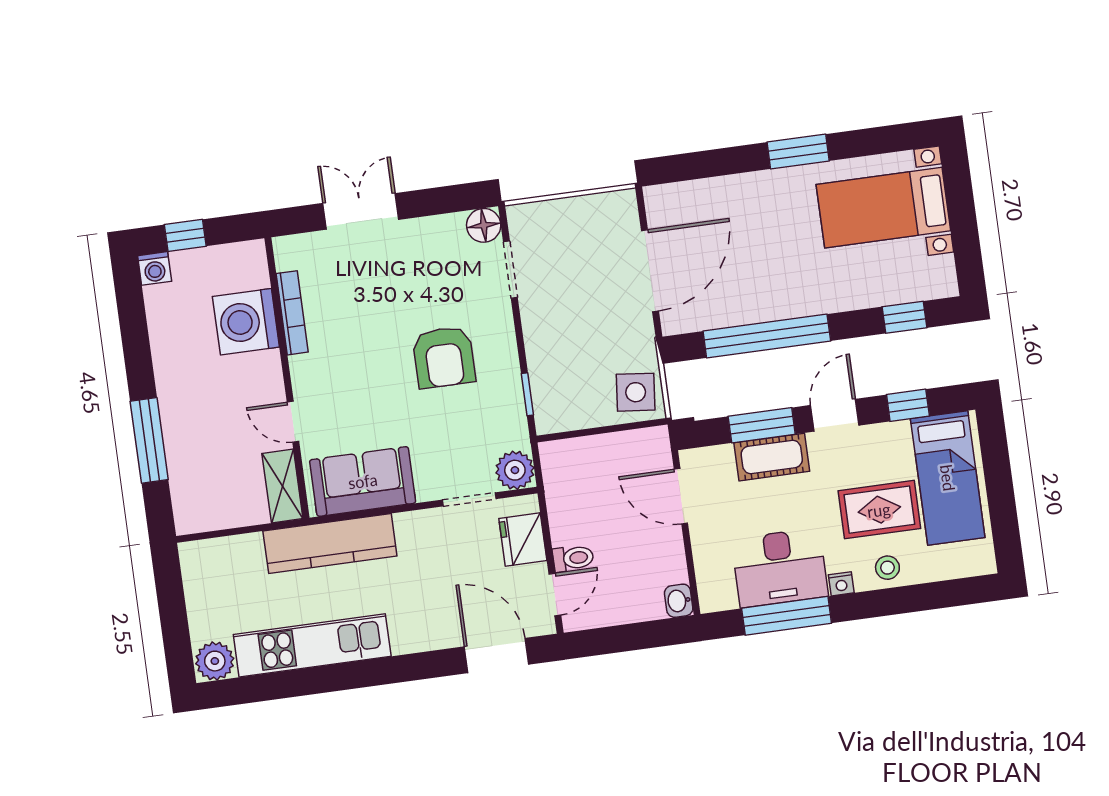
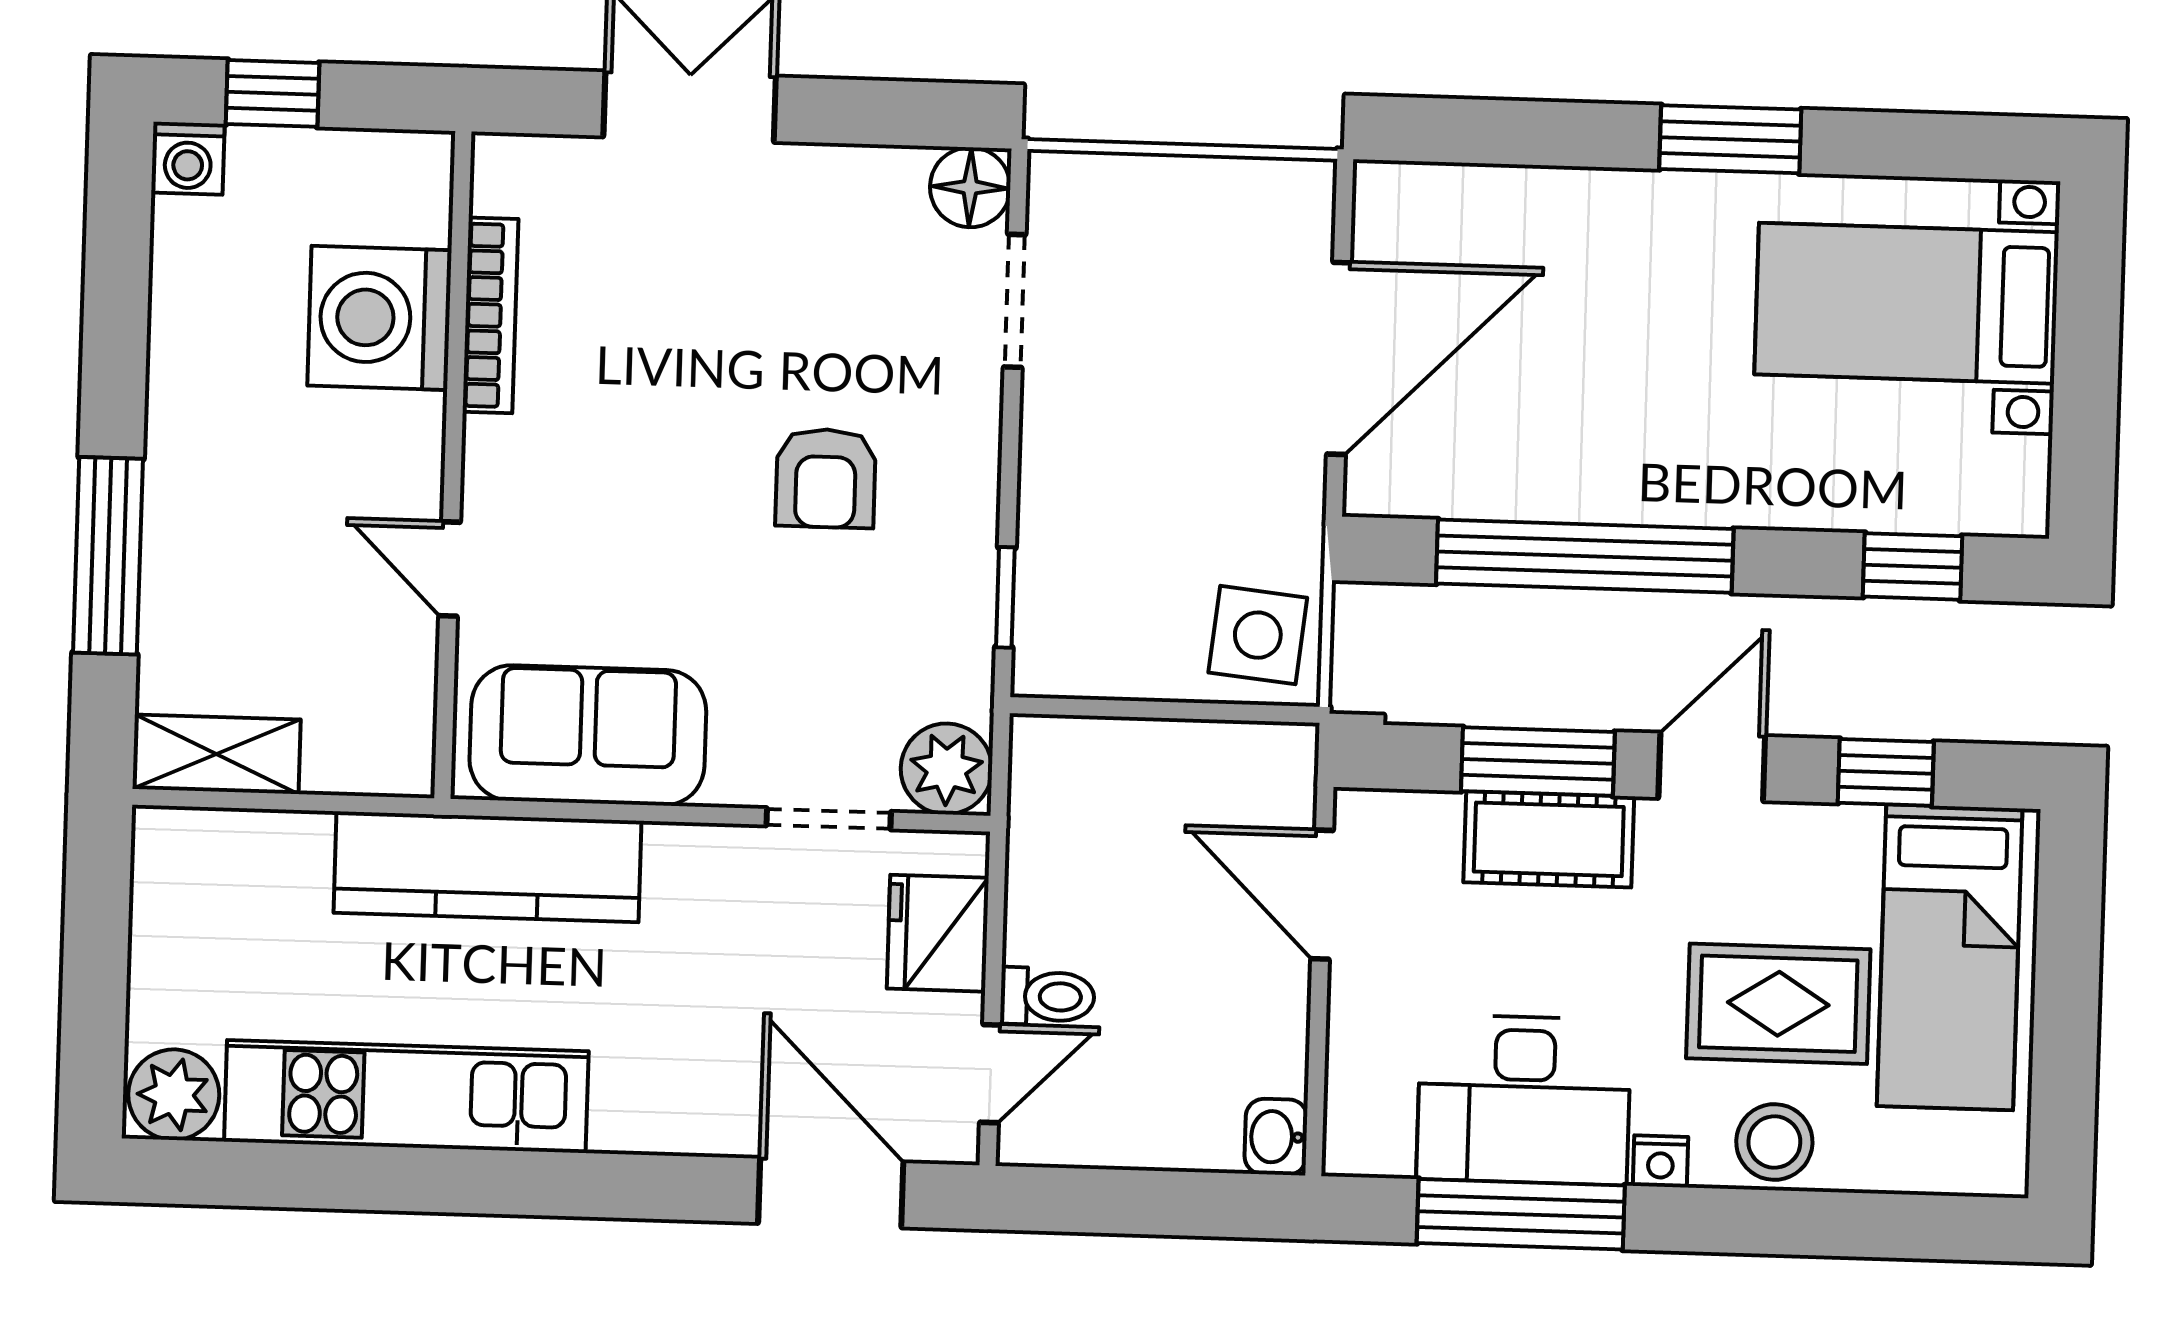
armchair: (444, 357) -> (826, 478), width x0.72, depth x0.72
shelving: (282, 486) -> (217, 754), moved, turned 90
stool: (887, 568) -> (1774, 1142), width x1.37, depth x1.37

